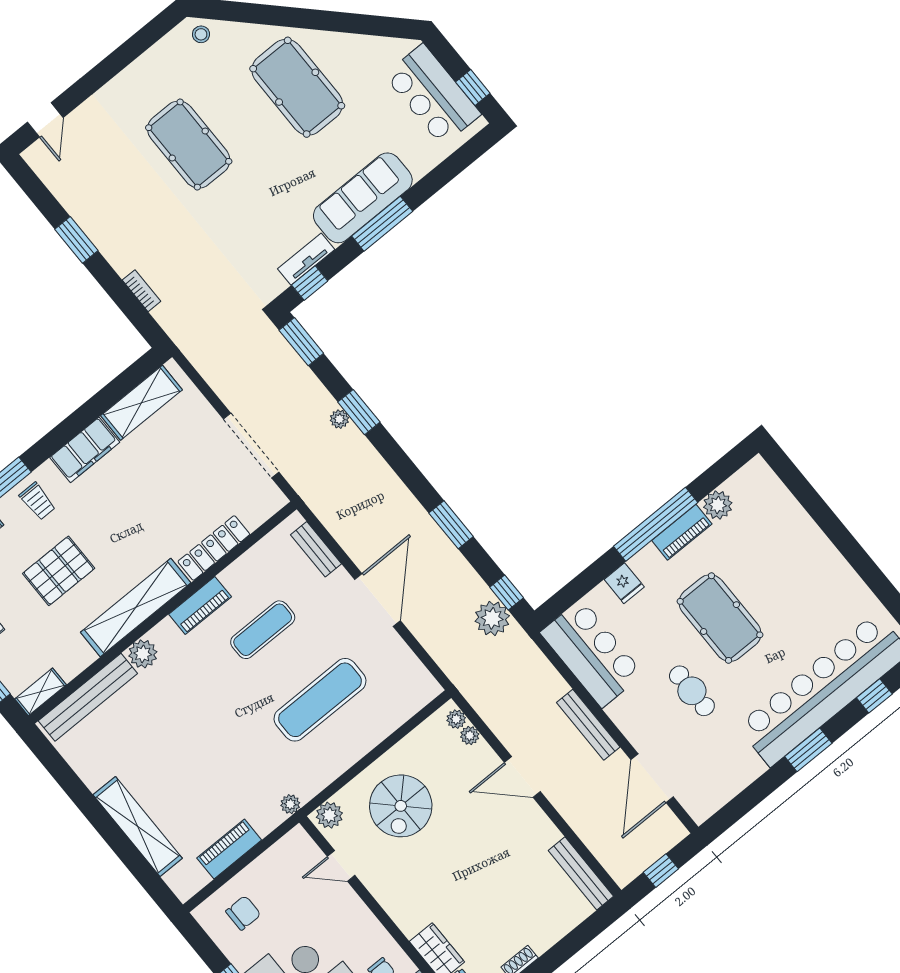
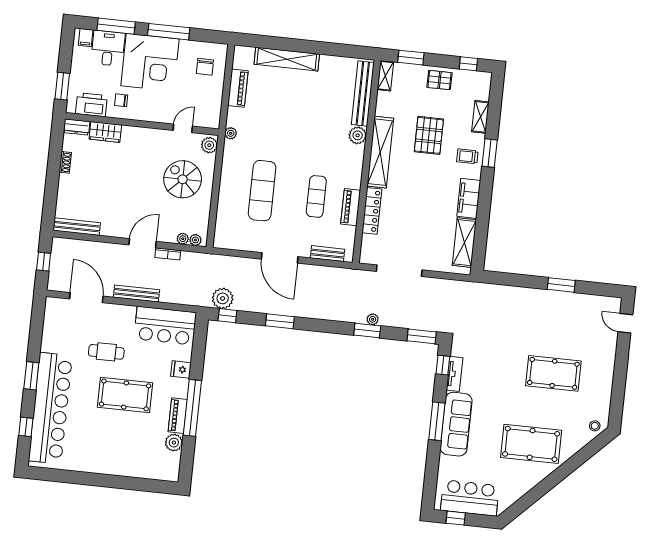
bookcase: (141, 291) -> (168, 254), moved
piano: (200, 605) -> (351, 207), moved

